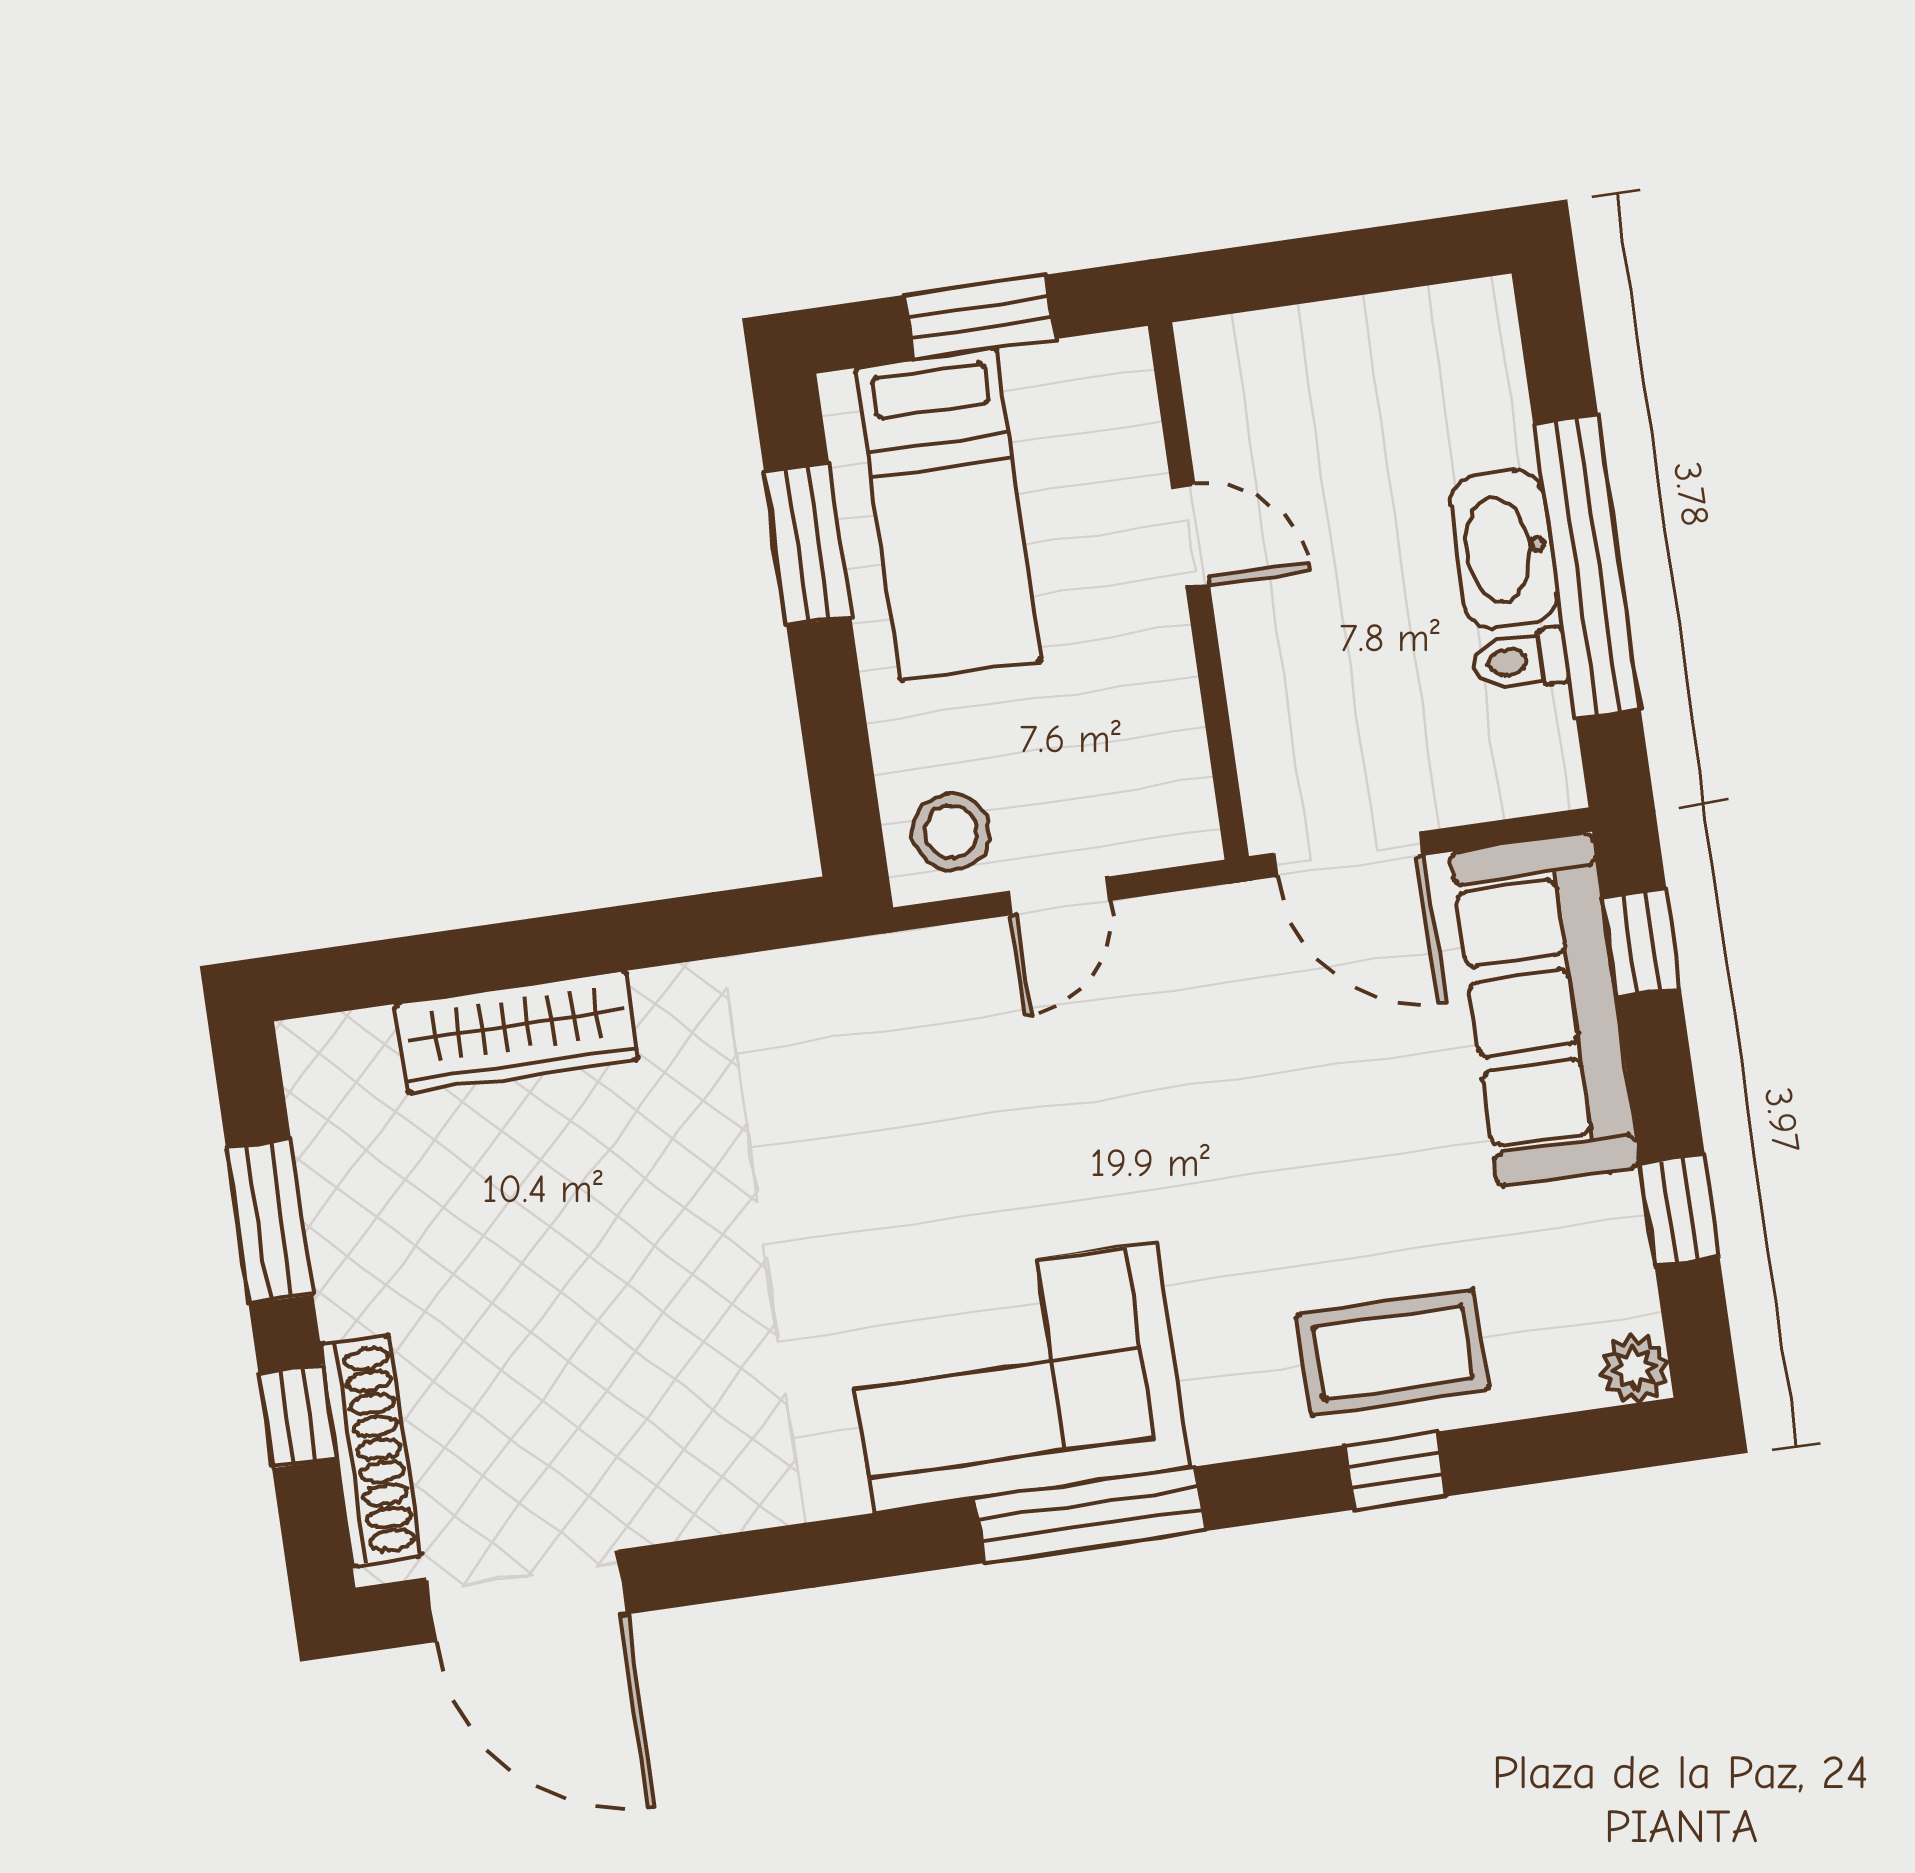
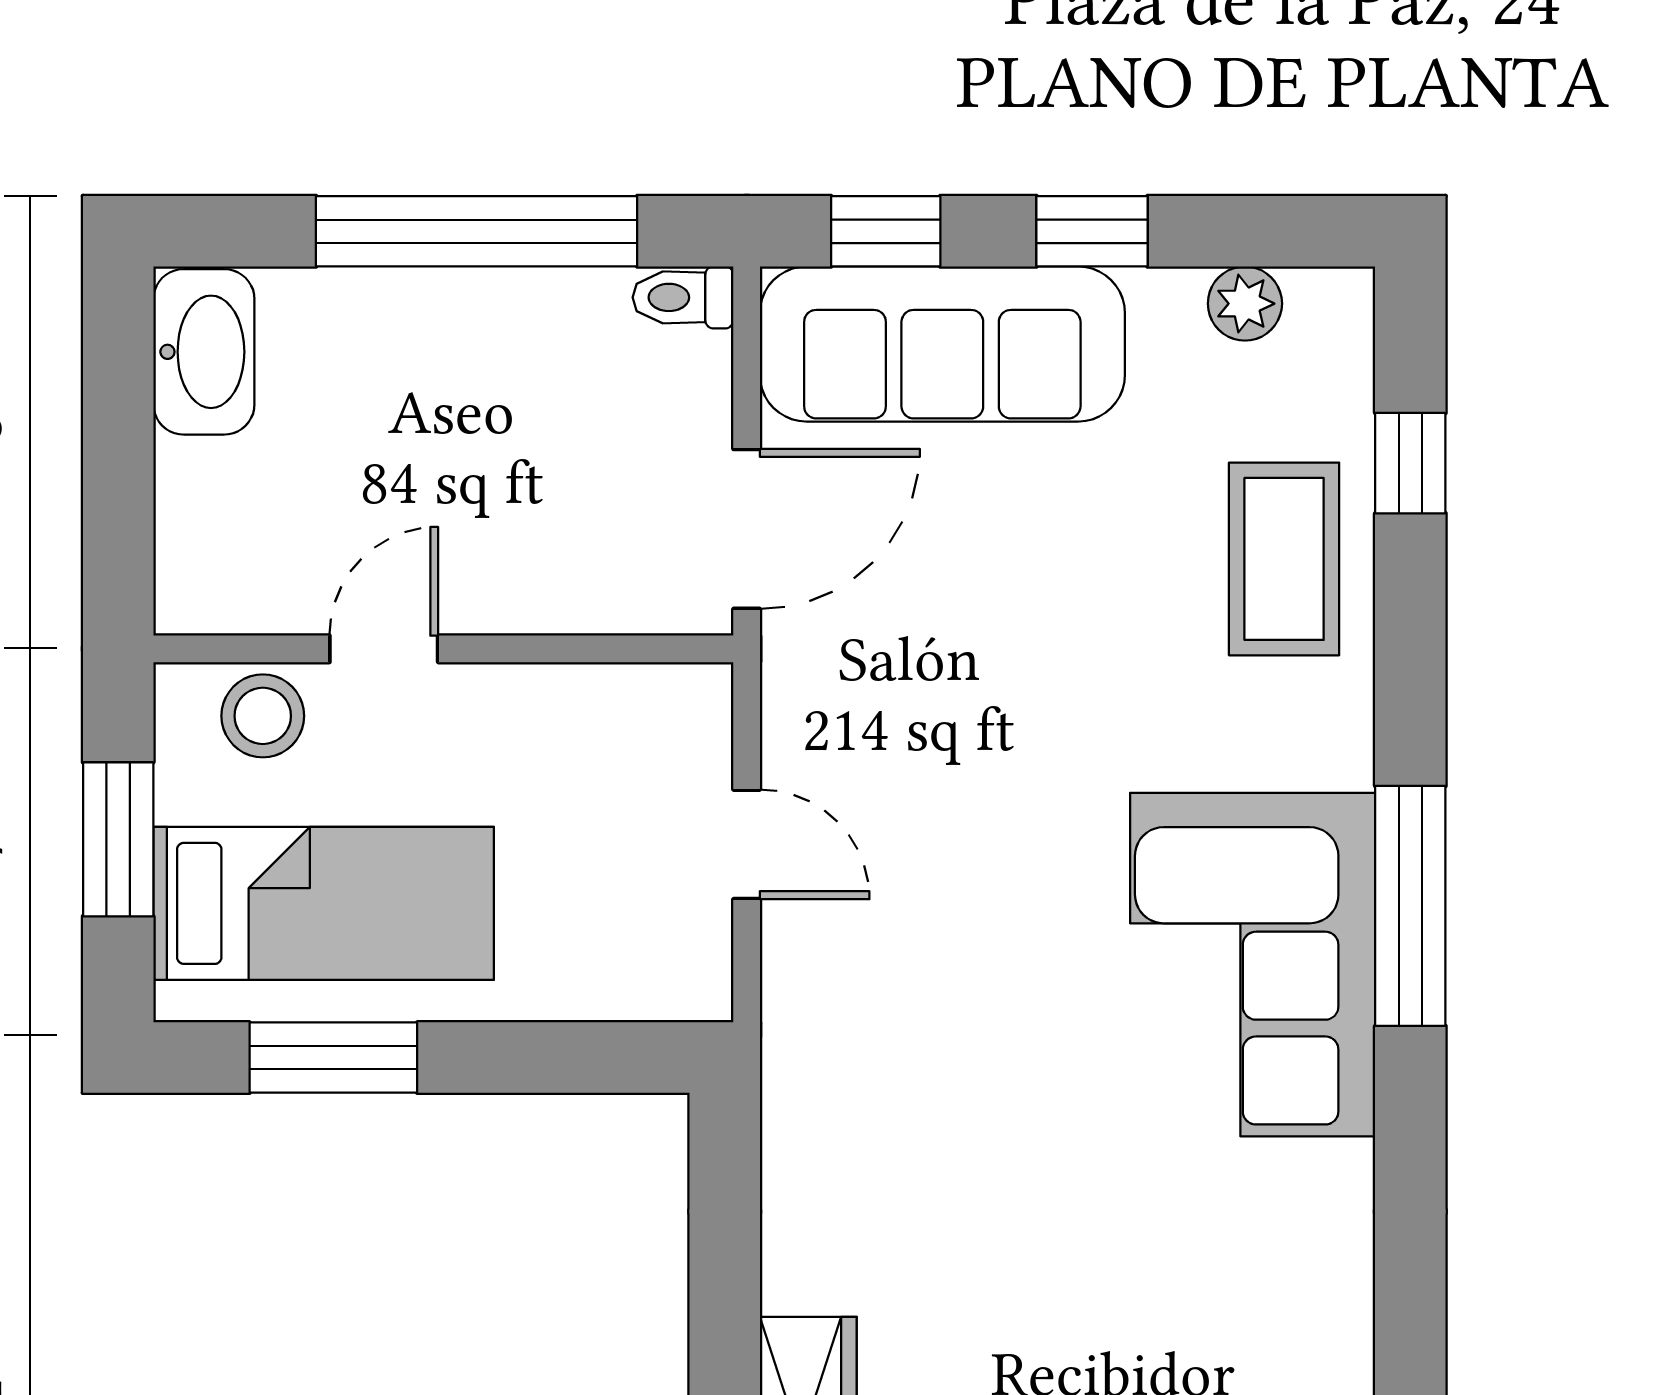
washbasin: (1504, 549) -> (204, 352), moved, turned -90
toilet: (1520, 660) -> (683, 297), moved, turned 90
stool: (951, 832) -> (263, 716), moved
window: (1680, 1210) -> (1092, 231), moved
plant: (1635, 1368) -> (1245, 304), moved
window: (1396, 1471) -> (1410, 463), moved

